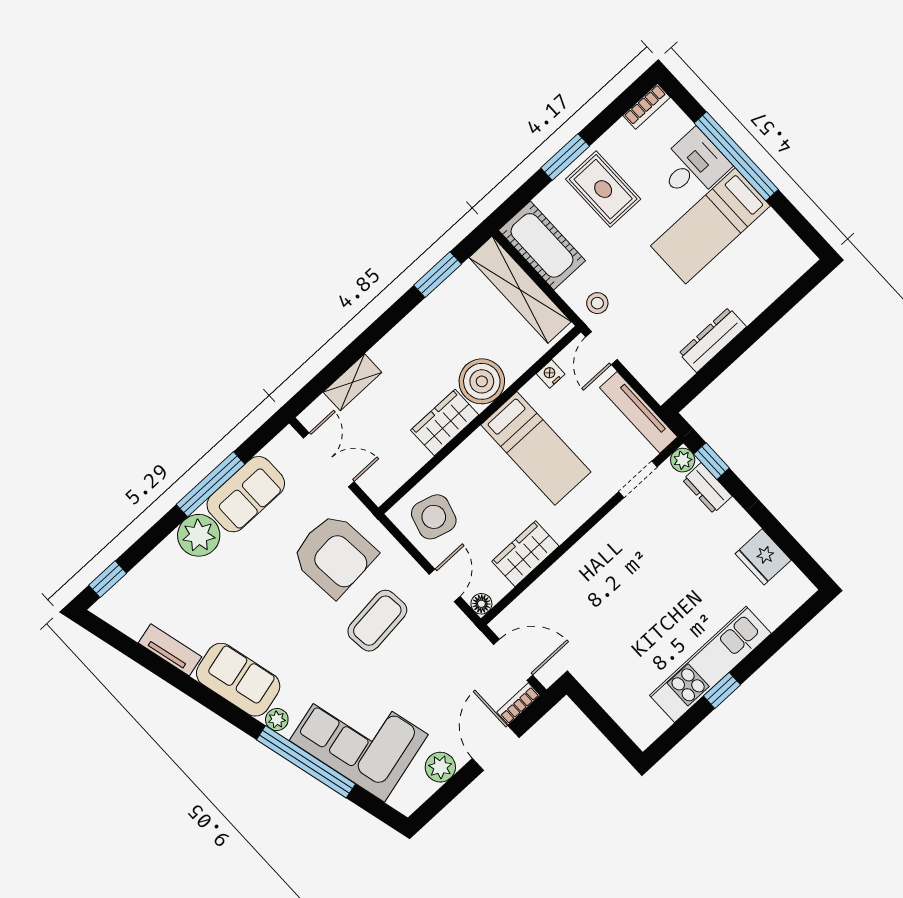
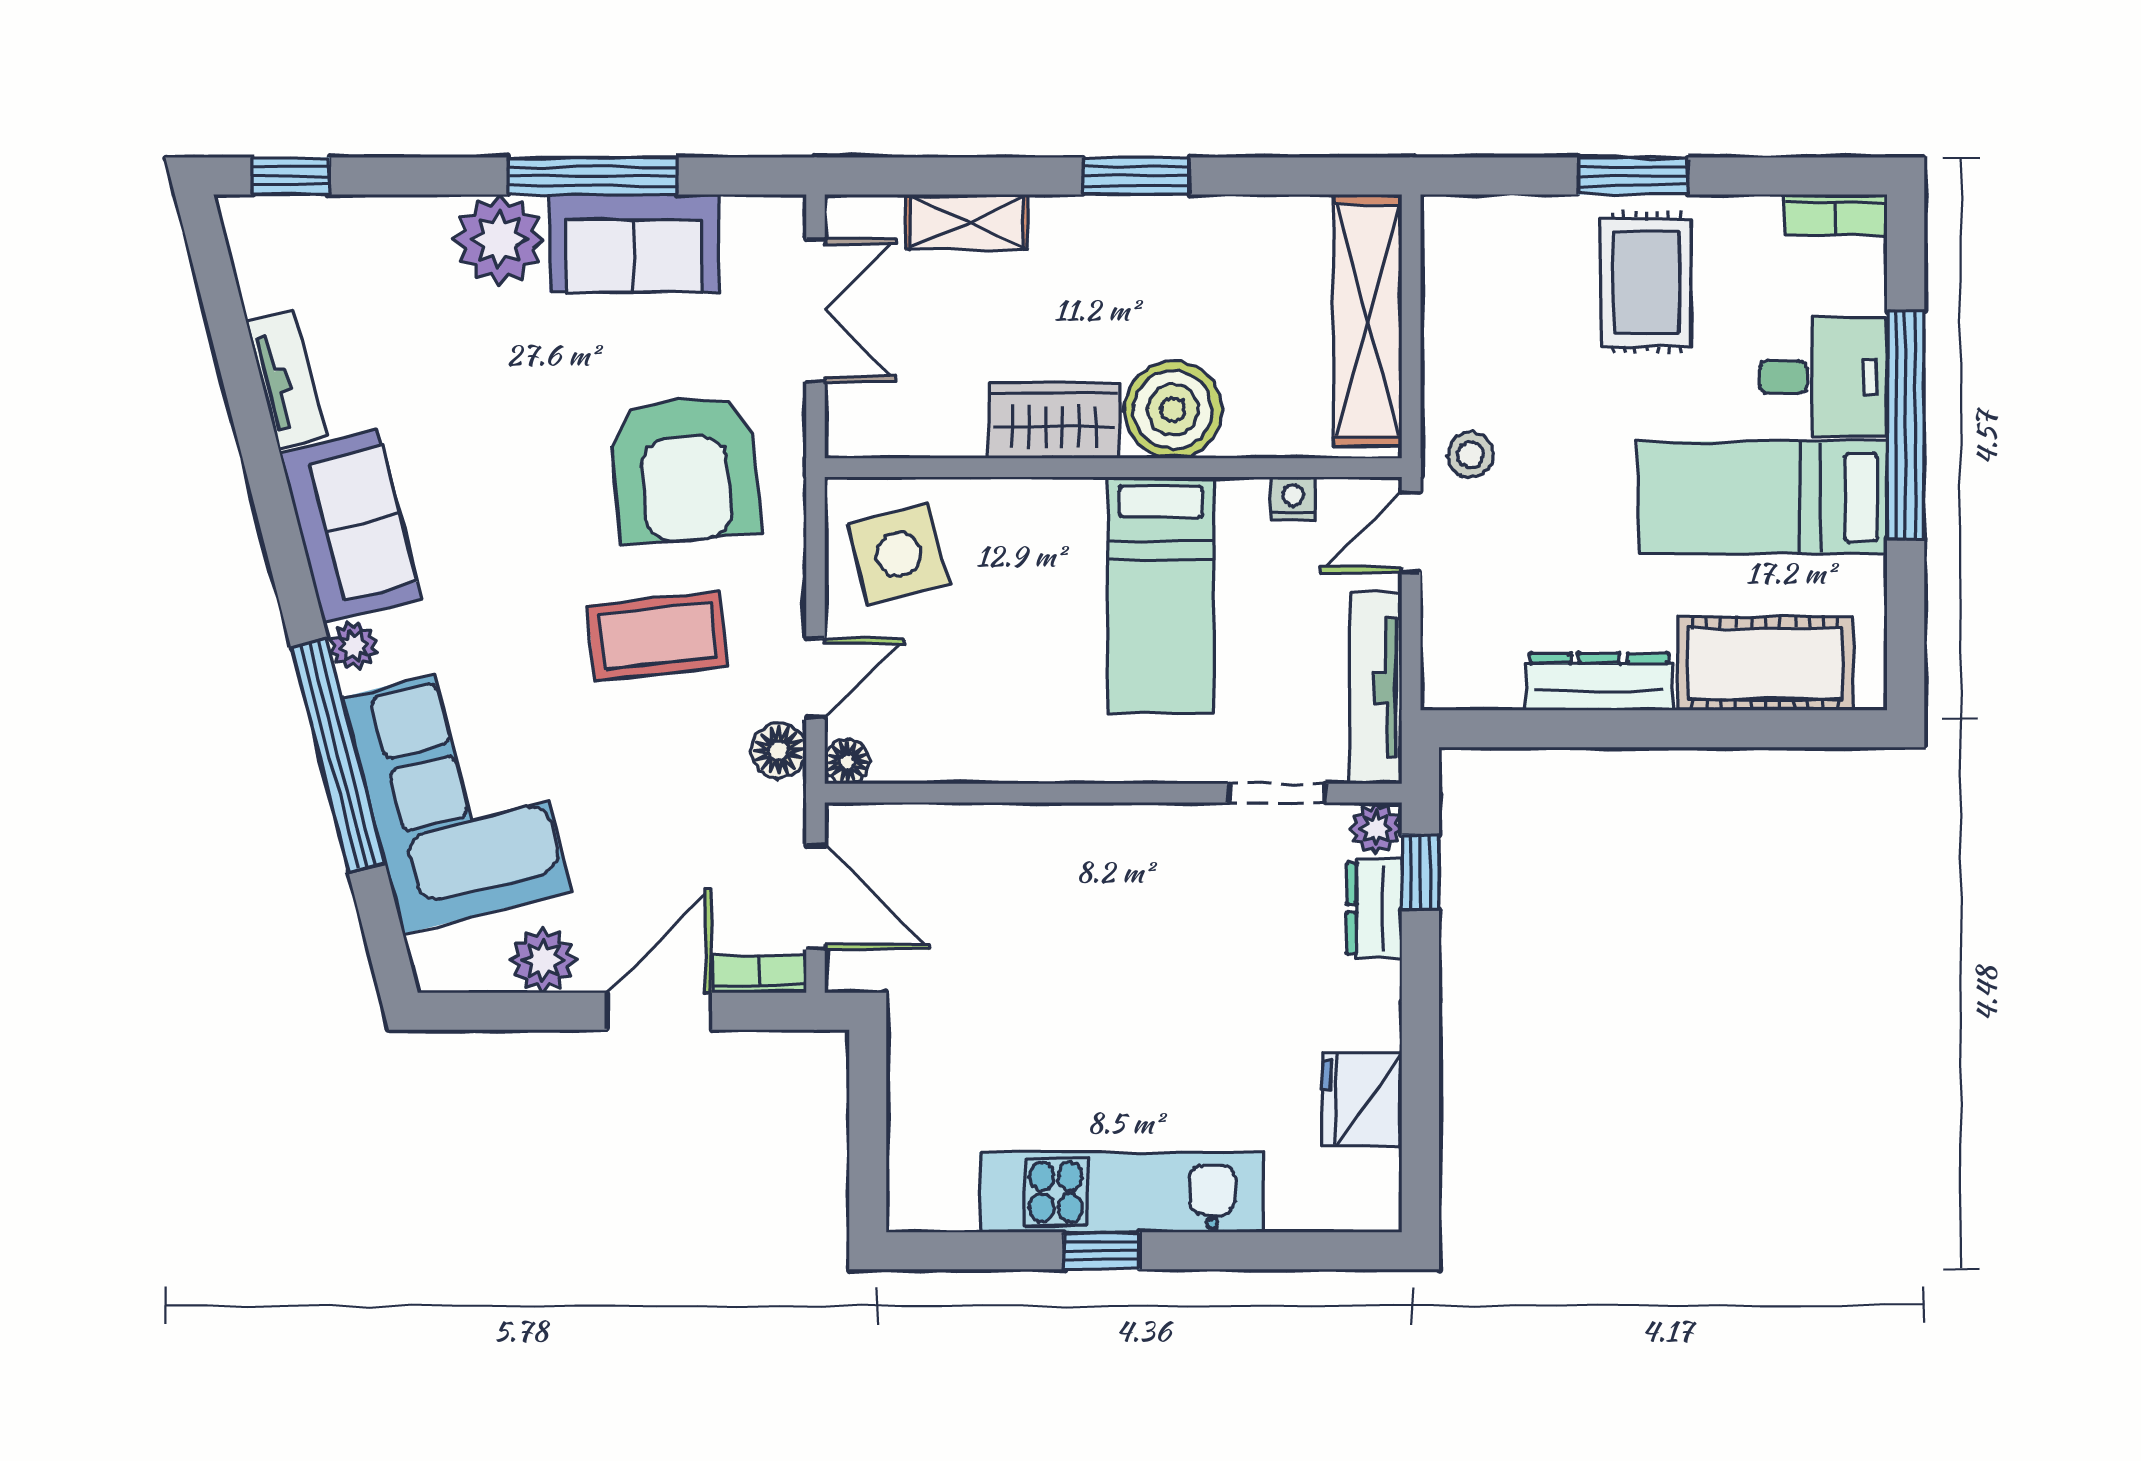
cot: (542, 245) -> (1765, 664), moved, turned 90
window: (438, 275) -> (1136, 176), moved
side table: (434, 517) -> (899, 554), turned -30
wardrobe: (525, 554) -> (990, 747), removed
floor lamp: (455, 622) -> (779, 751), added

